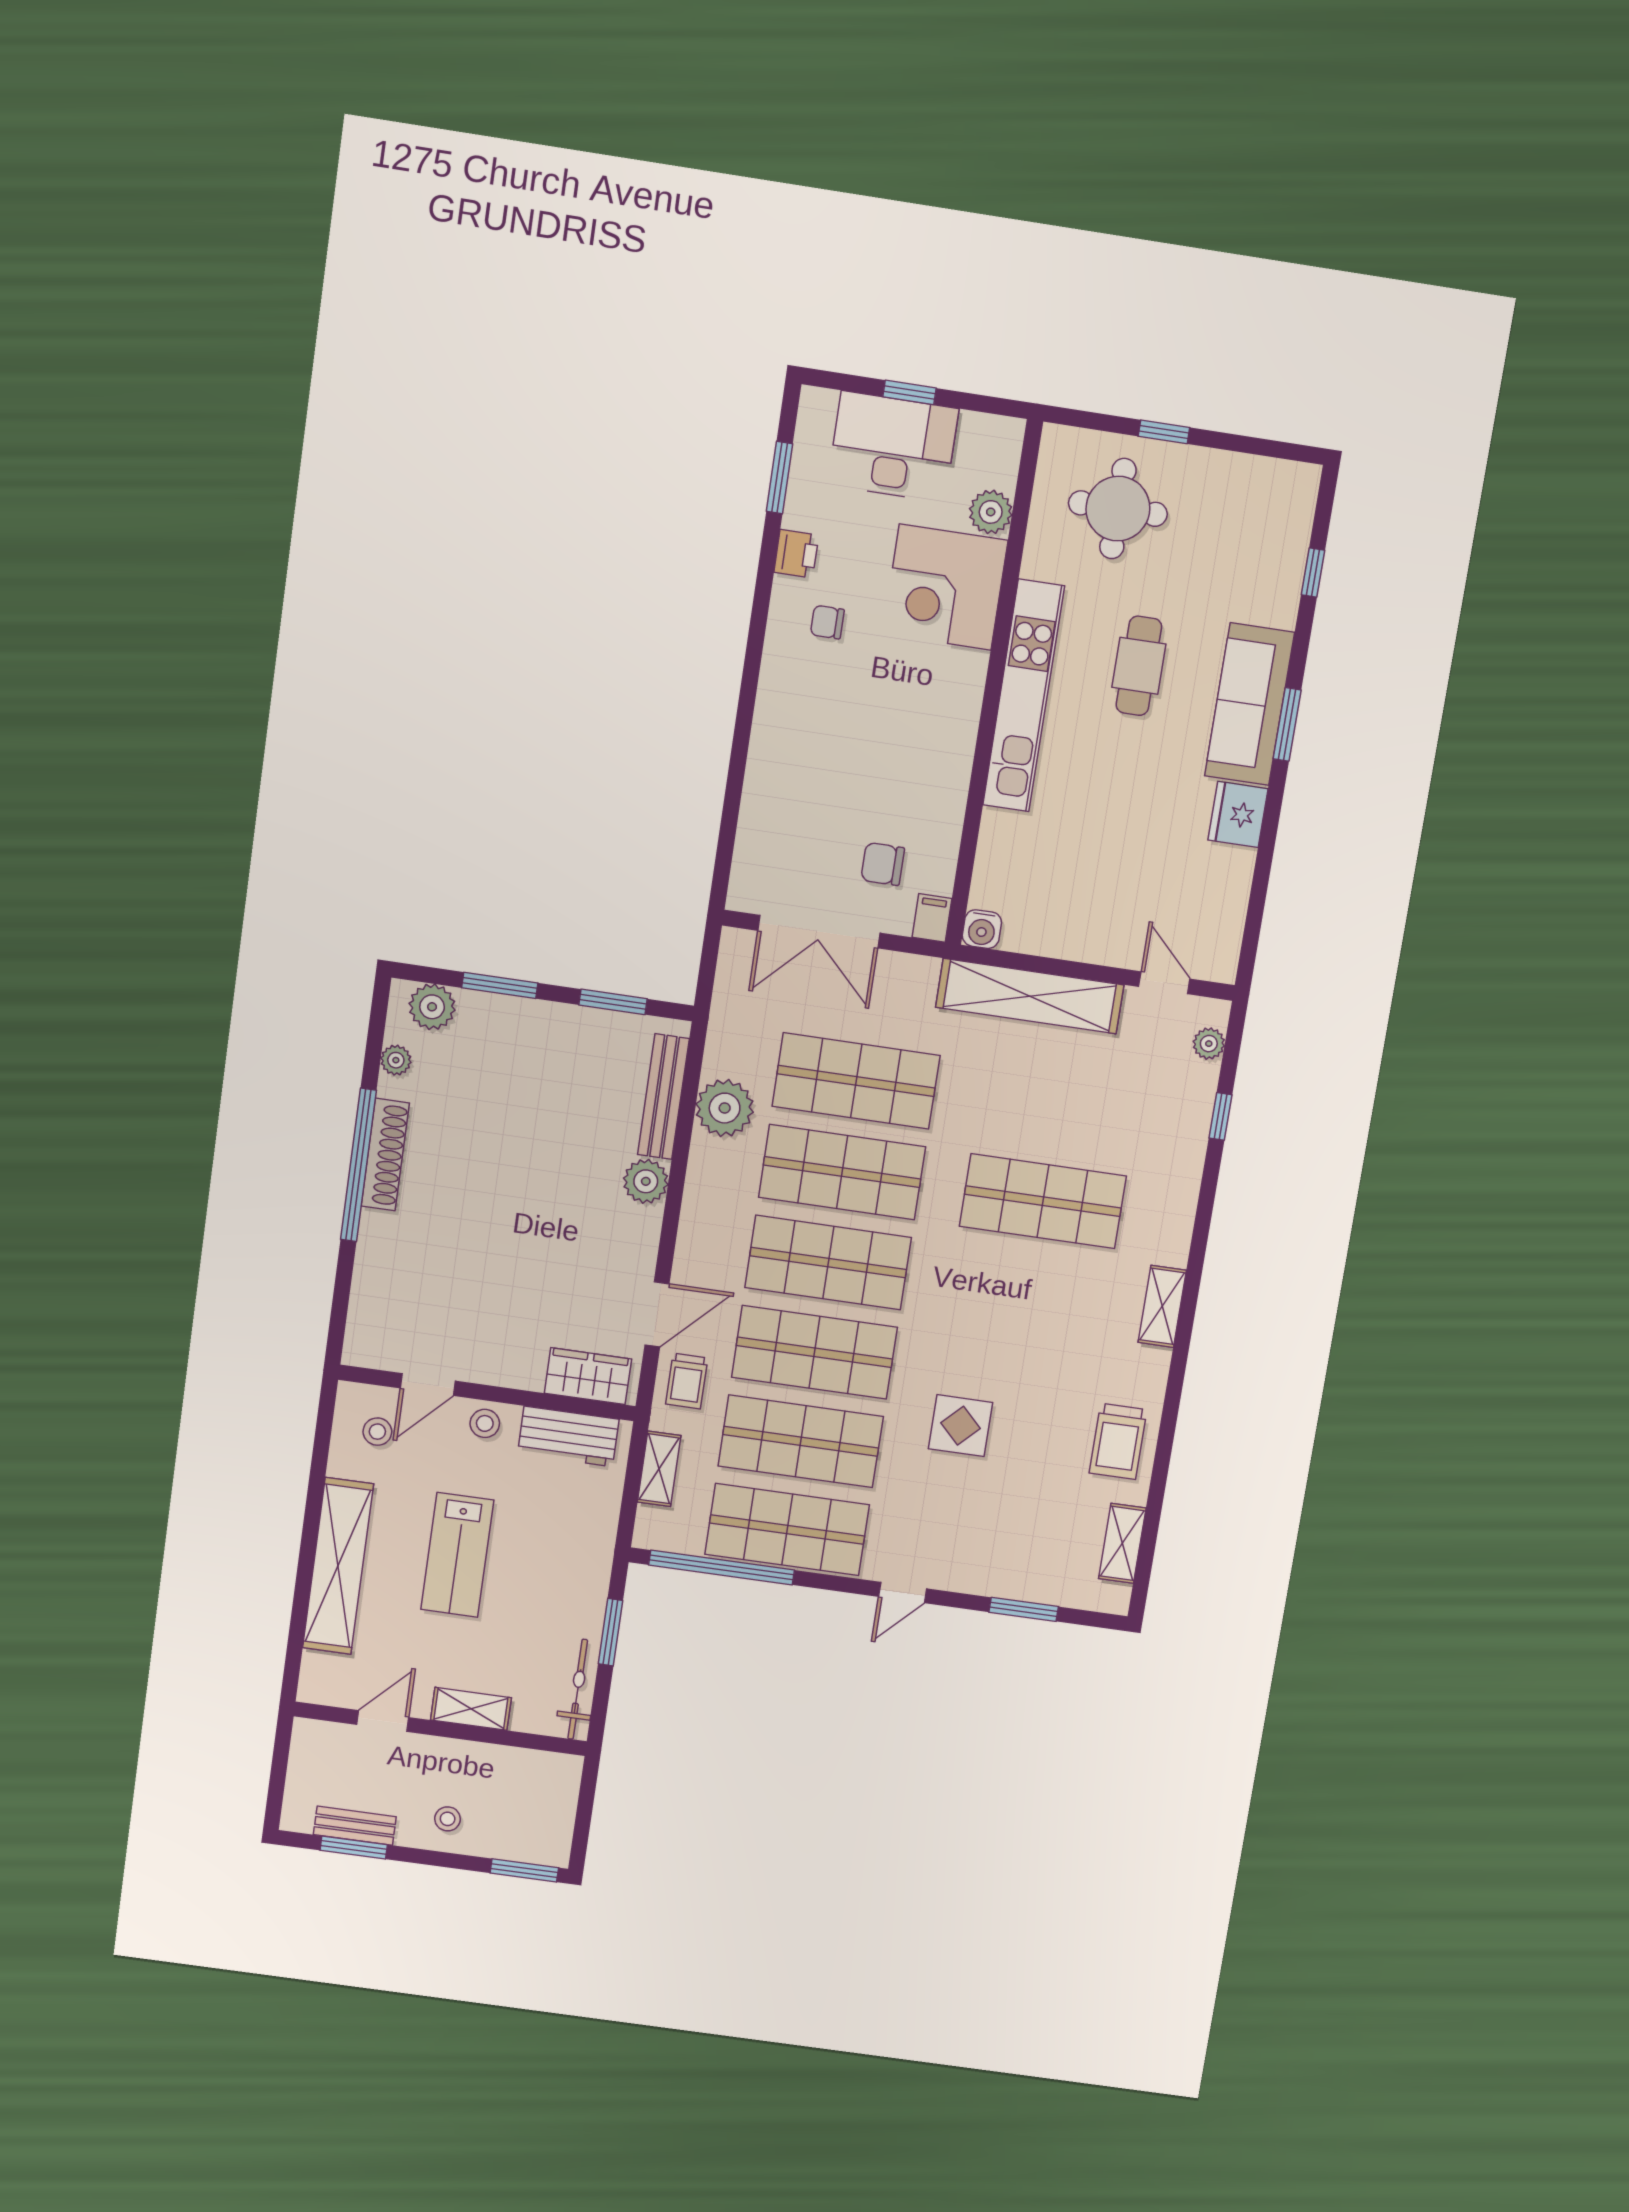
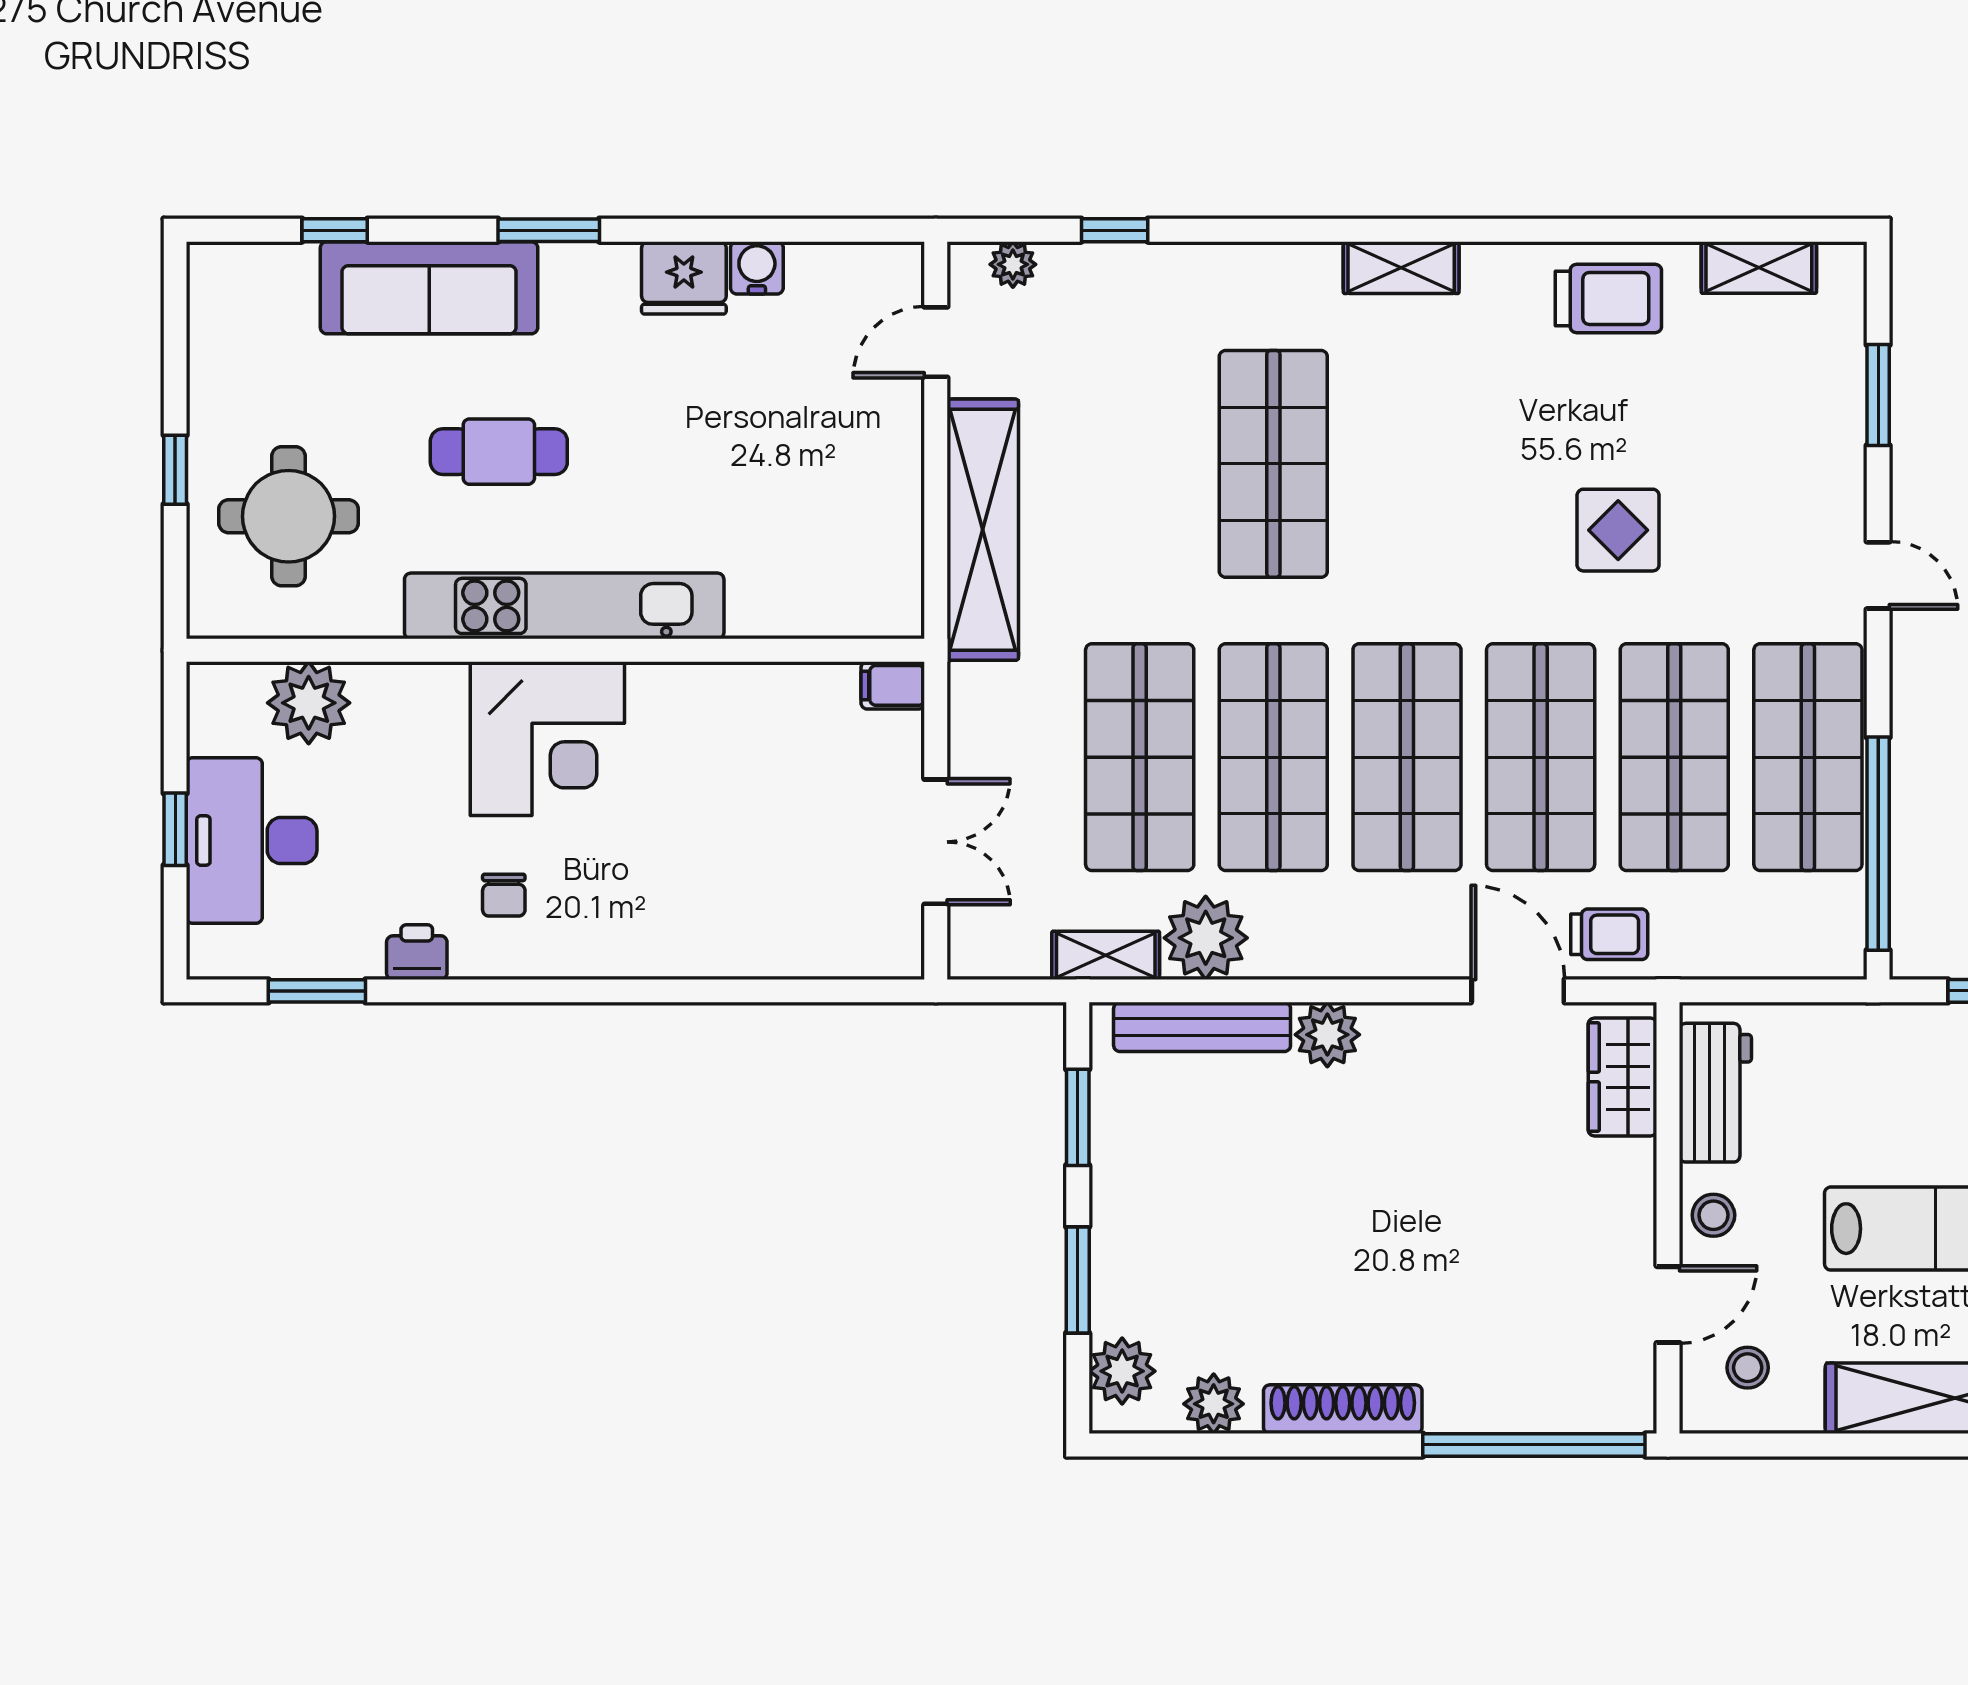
plant: (991, 512) -> (309, 703), width x1.36, depth x1.36
corner desk: (945, 587) -> (547, 739), moved
sofa: (1250, 704) -> (429, 288), moved
chair: (883, 864) -> (827, 767), removed
water cooler: (982, 929) -> (757, 268), moved, turned -90
double door: (819, 932) -> (936, 842), width x0.73
plant: (396, 1060) -> (1214, 1404), width x1.38, depth x1.38
window: (359, 1165) -> (1534, 1445), moved
door: (428, 1385) -> (1668, 1305), hinge flipped
shelving: (659, 1469) -> (1106, 955), moved

